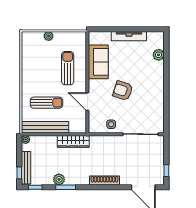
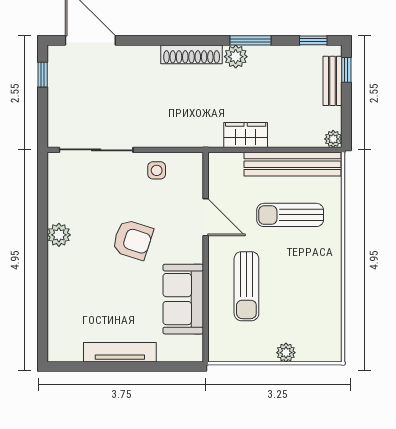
plant: (159, 55) -> (59, 235), moved
wardrobe: (73, 141) -> (246, 135), width x0.67
bench: (26, 168) -> (332, 81), width x0.73
plant: (59, 179) -> (236, 57), moved
shoe rack: (105, 180) -> (192, 54), moved

